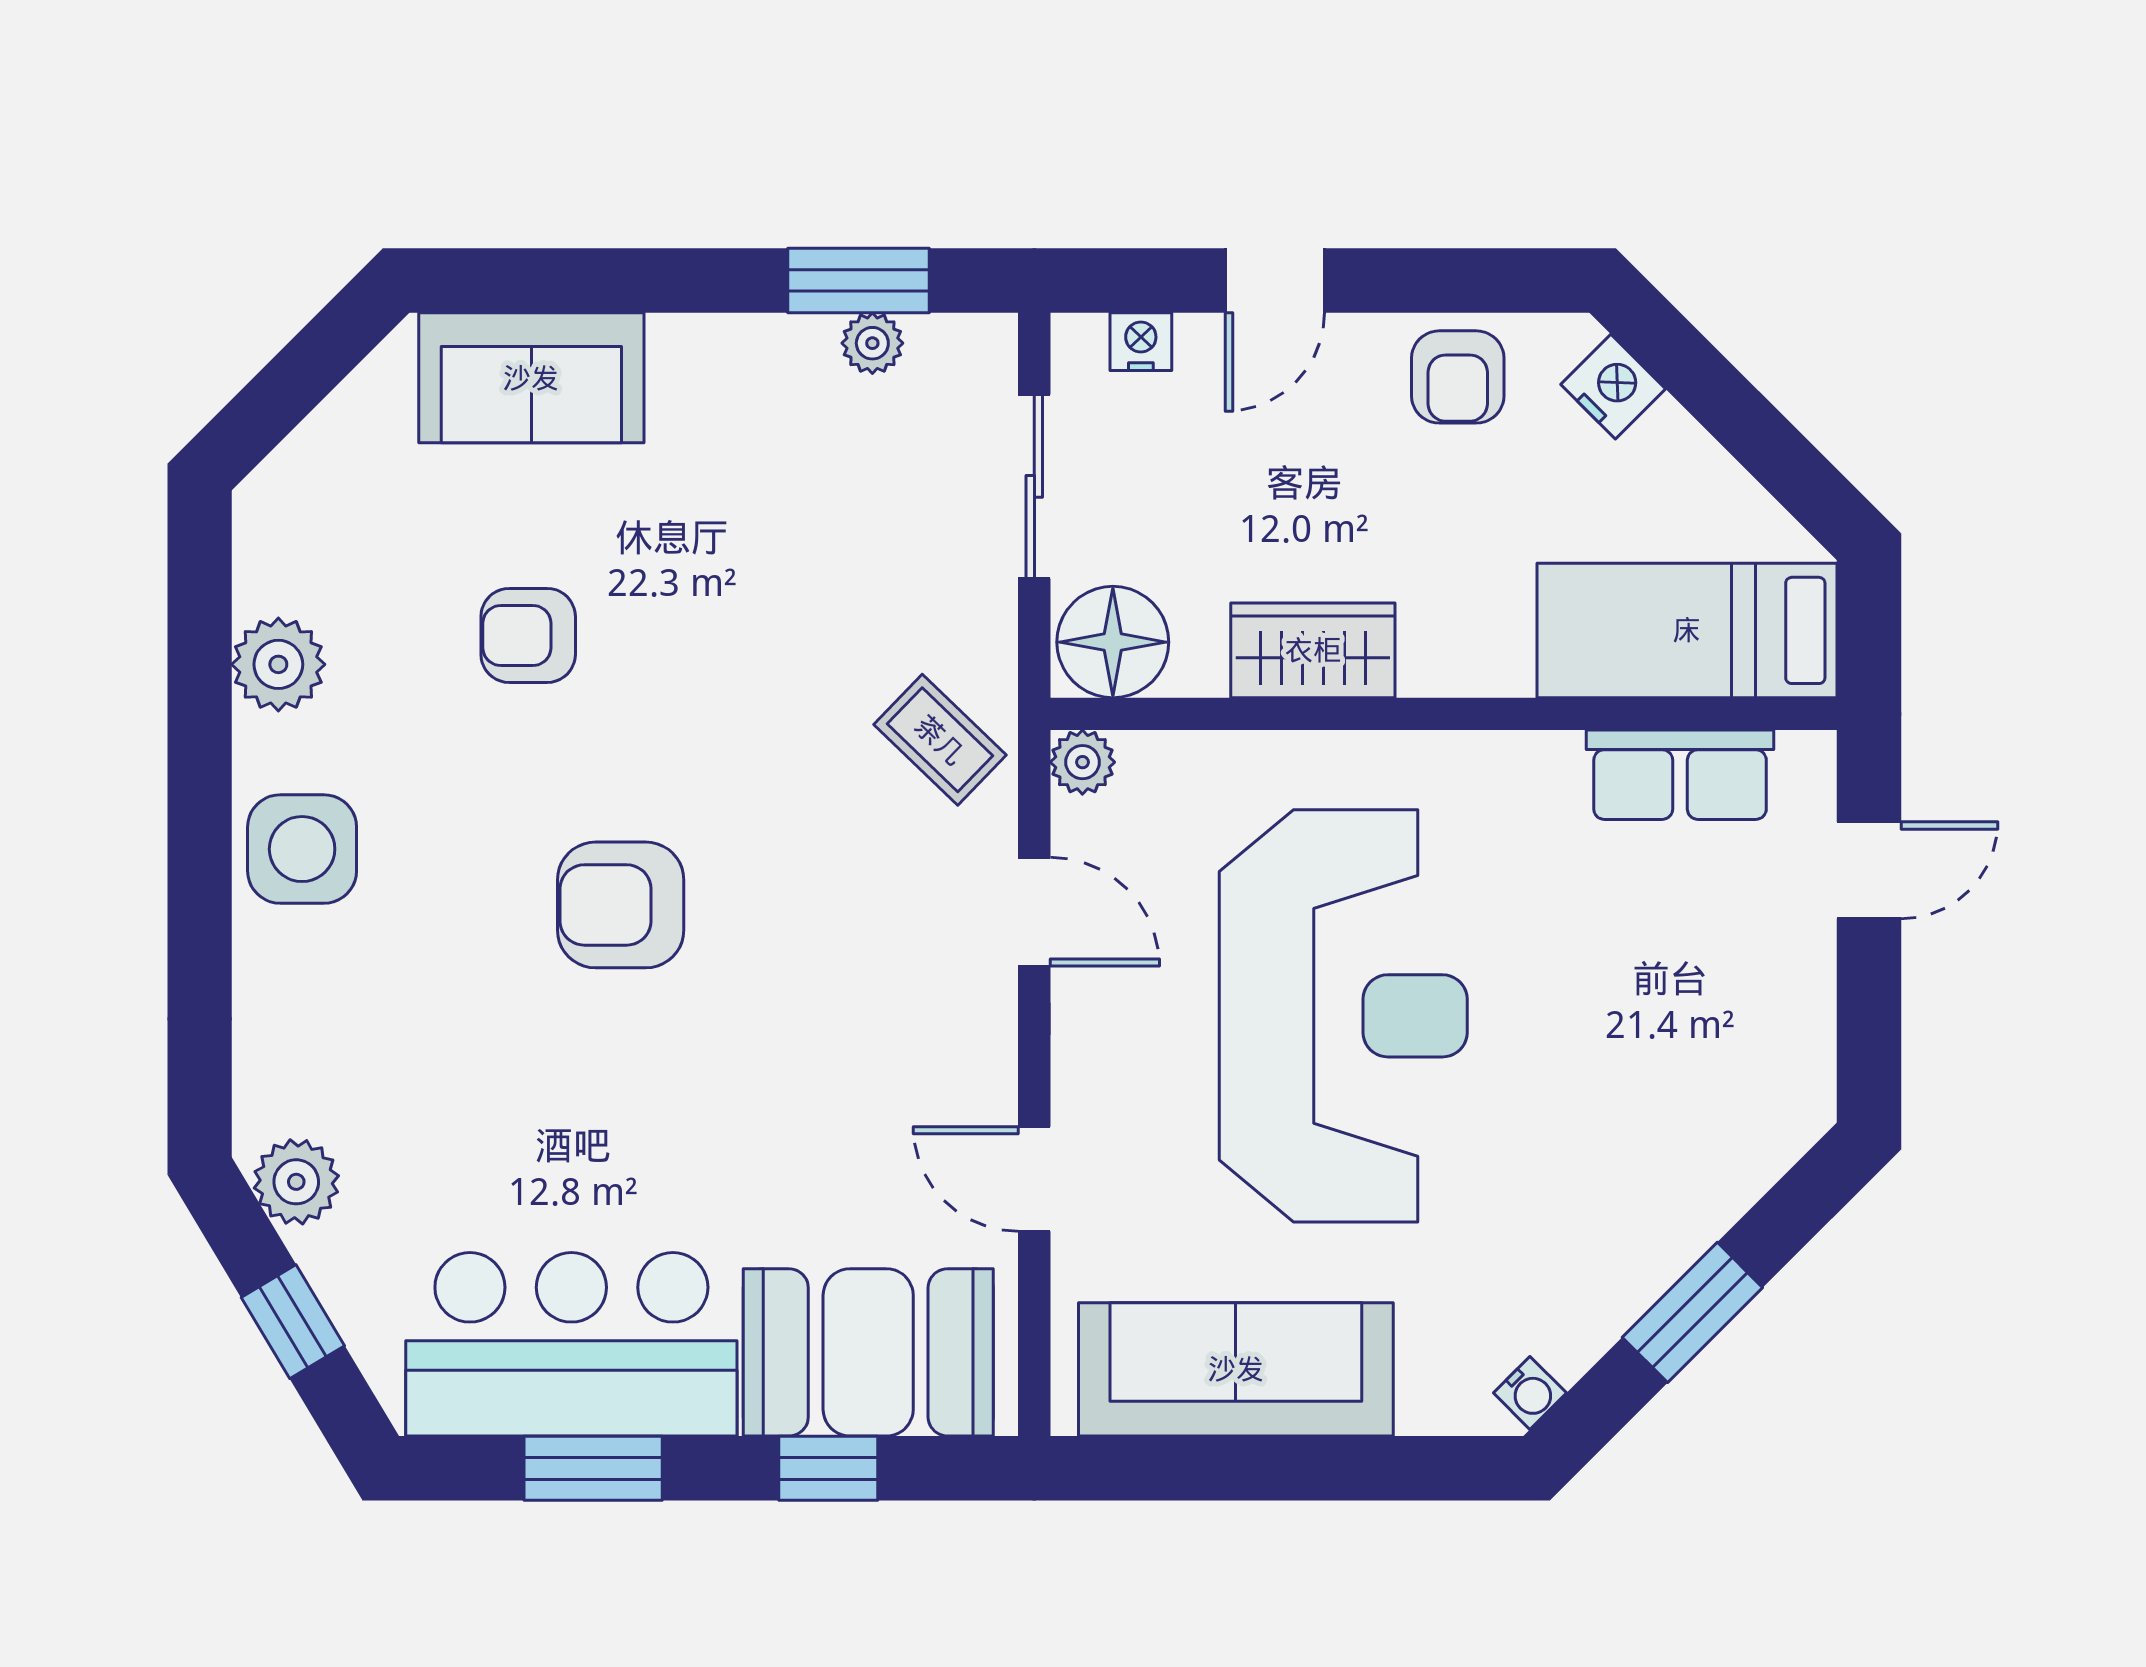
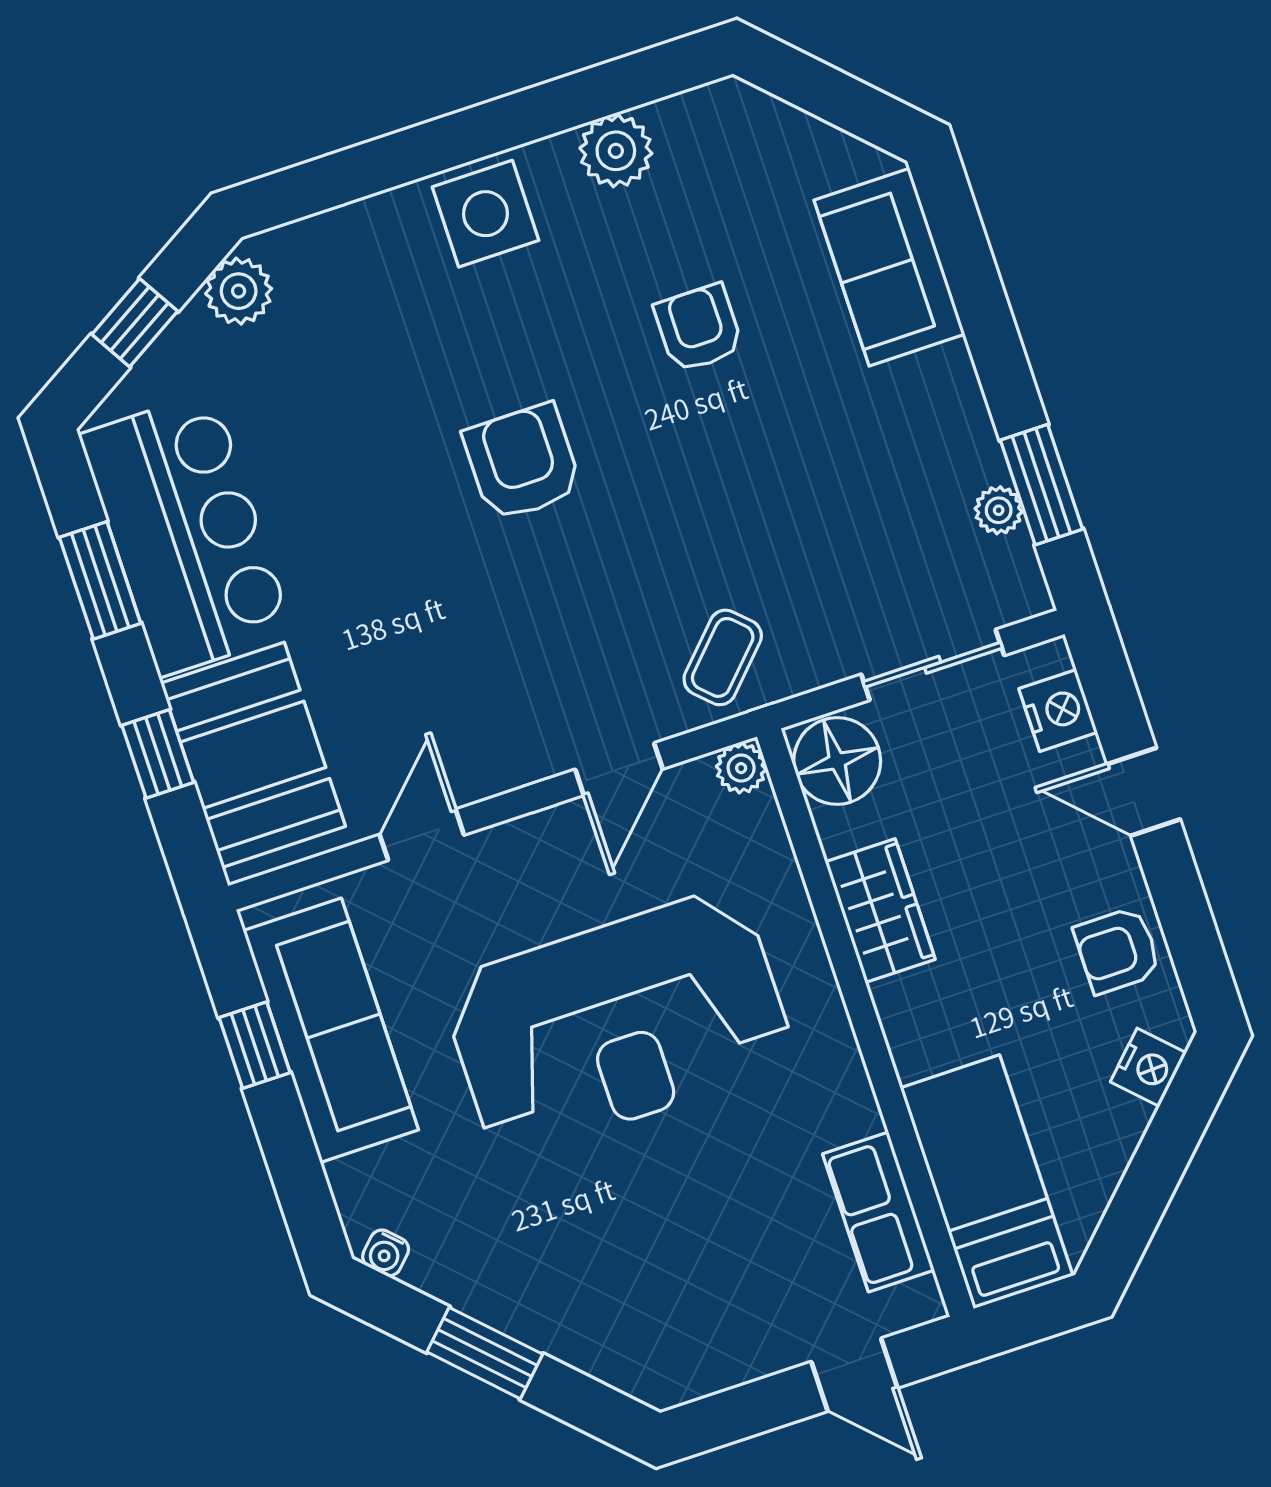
nightstand: (1141, 342) -> (1058, 710), width x1.39, depth x1.35
window: (1223, 1468) -> (255, 1045), added

